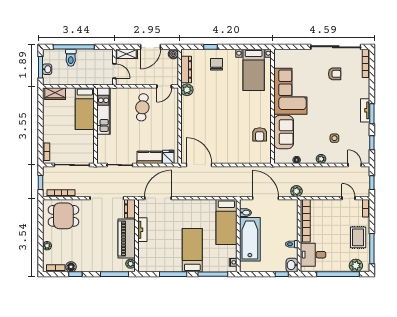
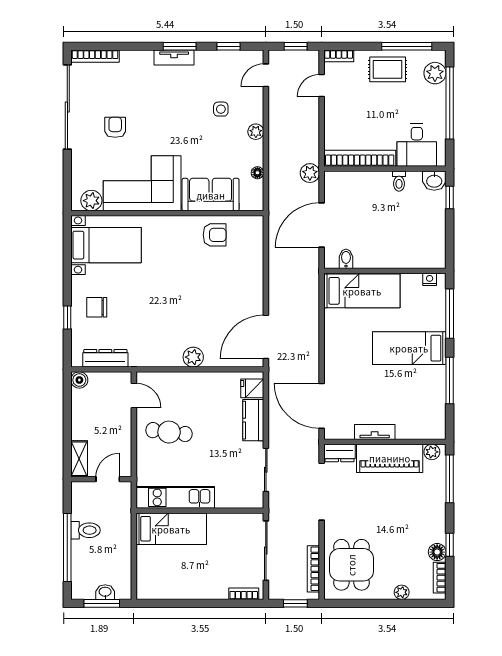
door: (150, 47) -> (67, 418), removed
toilet: (71, 58) -> (86, 530), moved
plant: (280, 61) -> (91, 201), added
armchair: (335, 74) -> (115, 127), moved
plant: (187, 90) -> (193, 357), moved
wardrobe: (55, 94) -> (146, 579), removed
bathtub: (250, 239) -> (391, 251), removed

